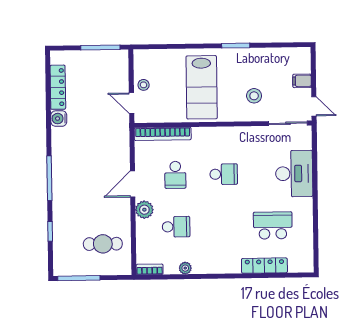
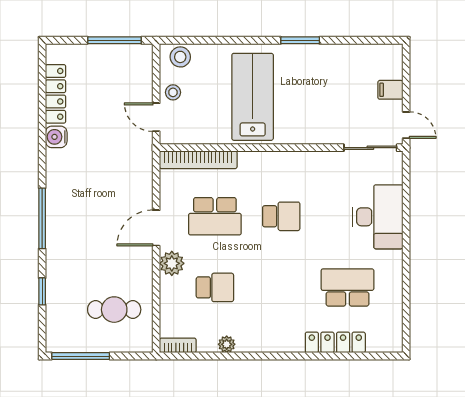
lab bench: (202, 87) -> (253, 97), turned 180
stool: (254, 96) -> (180, 57), moved
school desk: (175, 175) -> (215, 216), width x1.85

